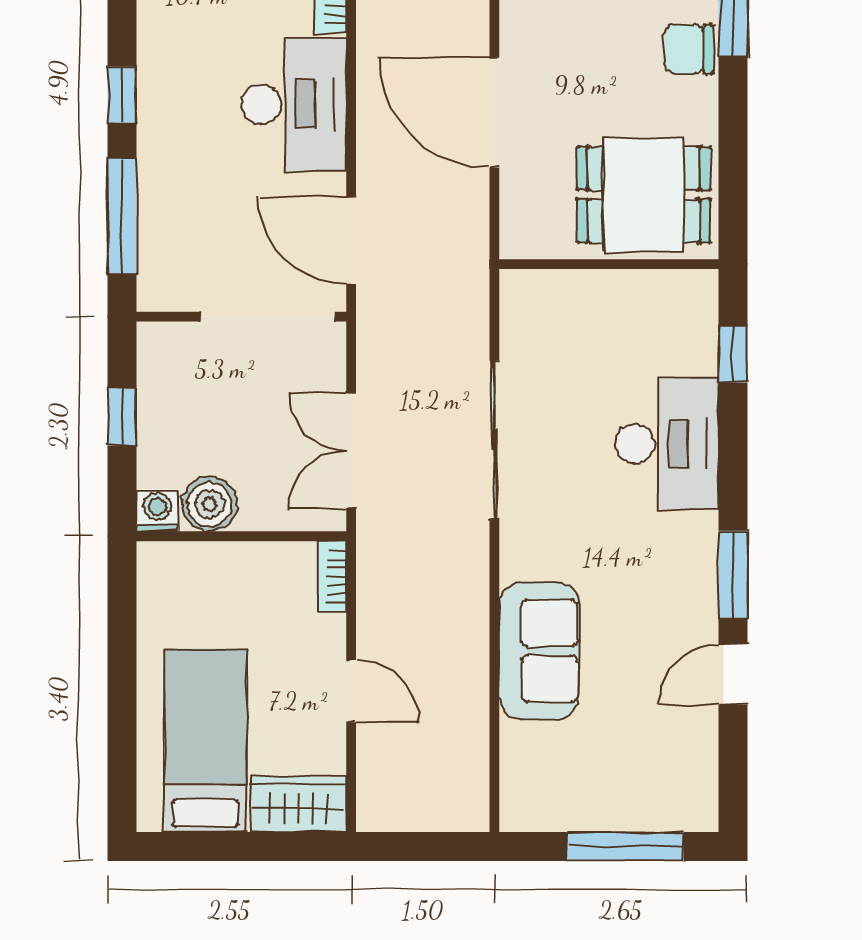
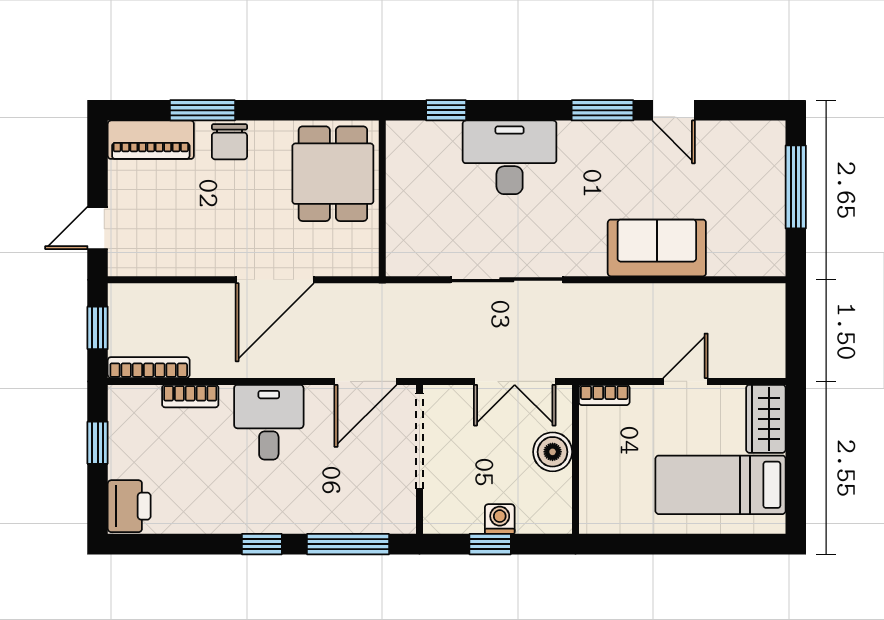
desk: (294, 104) -> (269, 422), width x0.73
boiler: (210, 504) -> (553, 452), moved
washing machine: (157, 511) -> (500, 519), moved, turned 90

